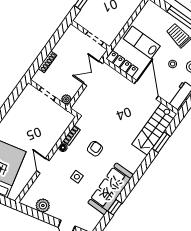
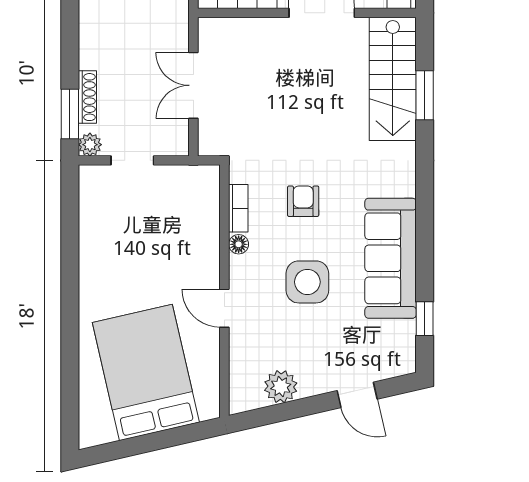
window: (38, 63) -> (70, 114), added
double door: (93, 73) -> (193, 85), moved
plant: (66, 99) -> (90, 145), moved
side table: (77, 177) -> (307, 282), width x1.87, depth x1.87
window: (115, 207) -> (425, 319), moved

